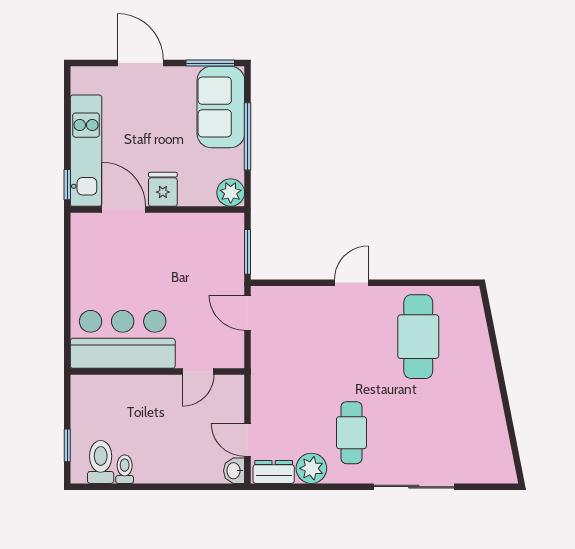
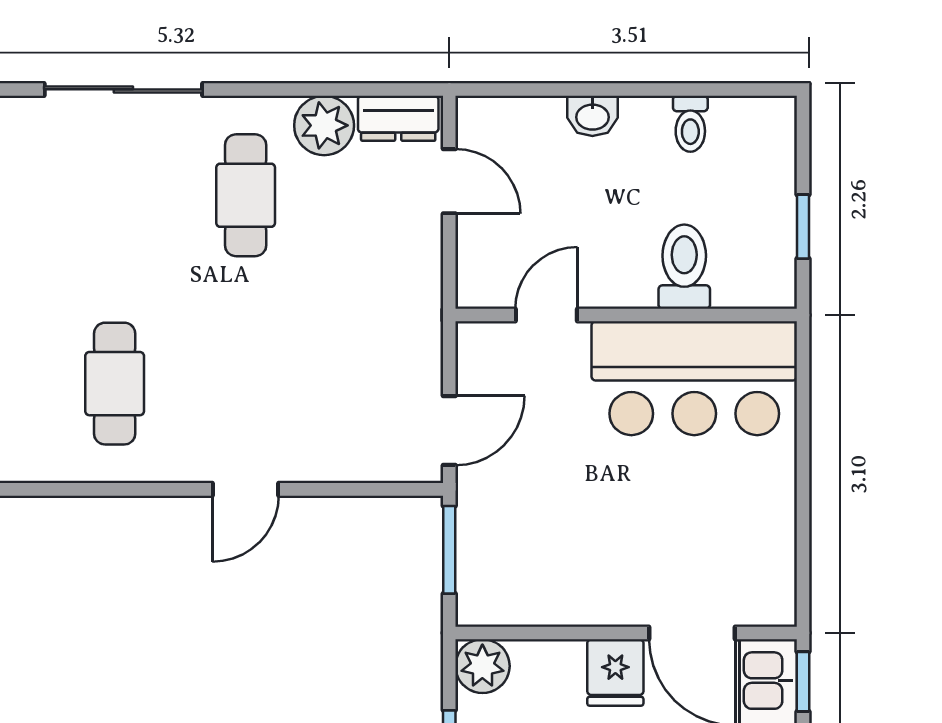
door: (248, 313) -> (449, 431), hinge flipped
cafe table: (418, 337) -> (115, 384), width x0.73, depth x0.74
window: (67, 445) -> (803, 227), moved
toilet: (101, 462) -> (684, 267), moved, turned 180
washbasin: (234, 471) -> (592, 116), moved, turned 90

